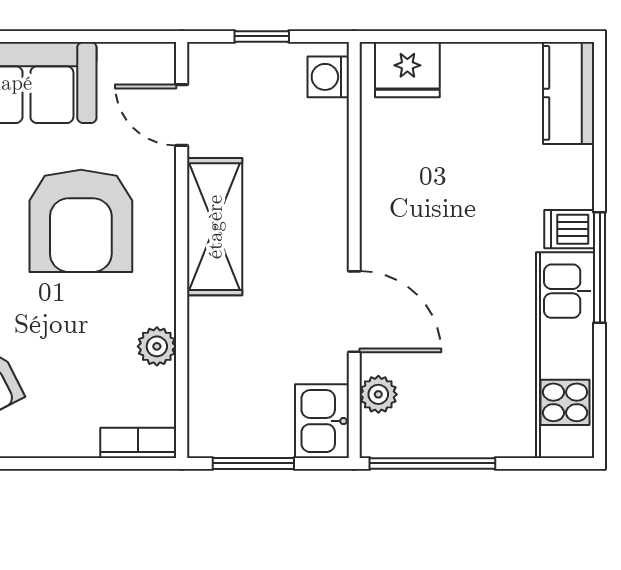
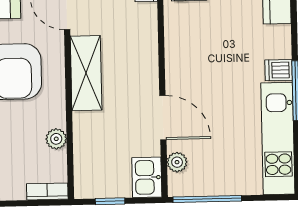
window: (253, 463) -> (110, 201), width x0.67

